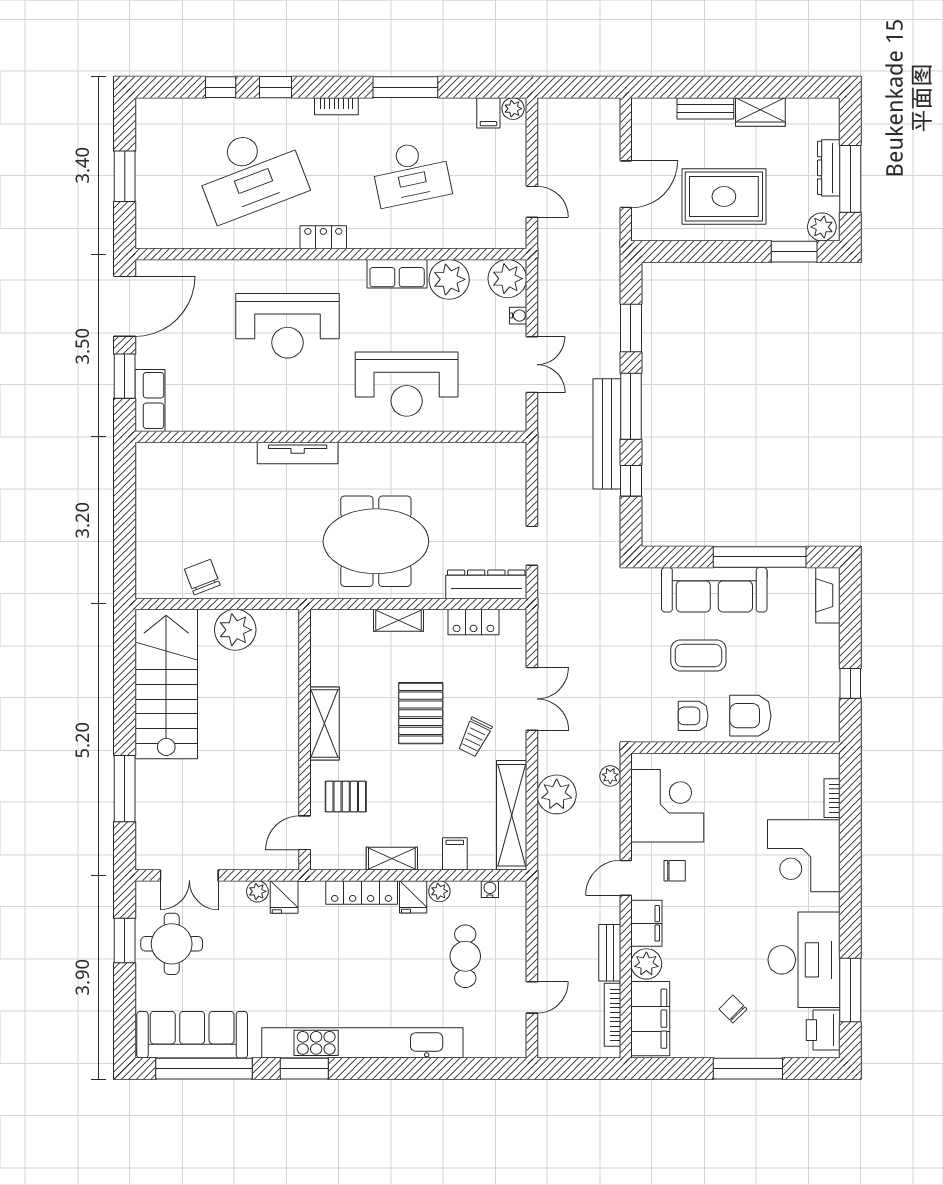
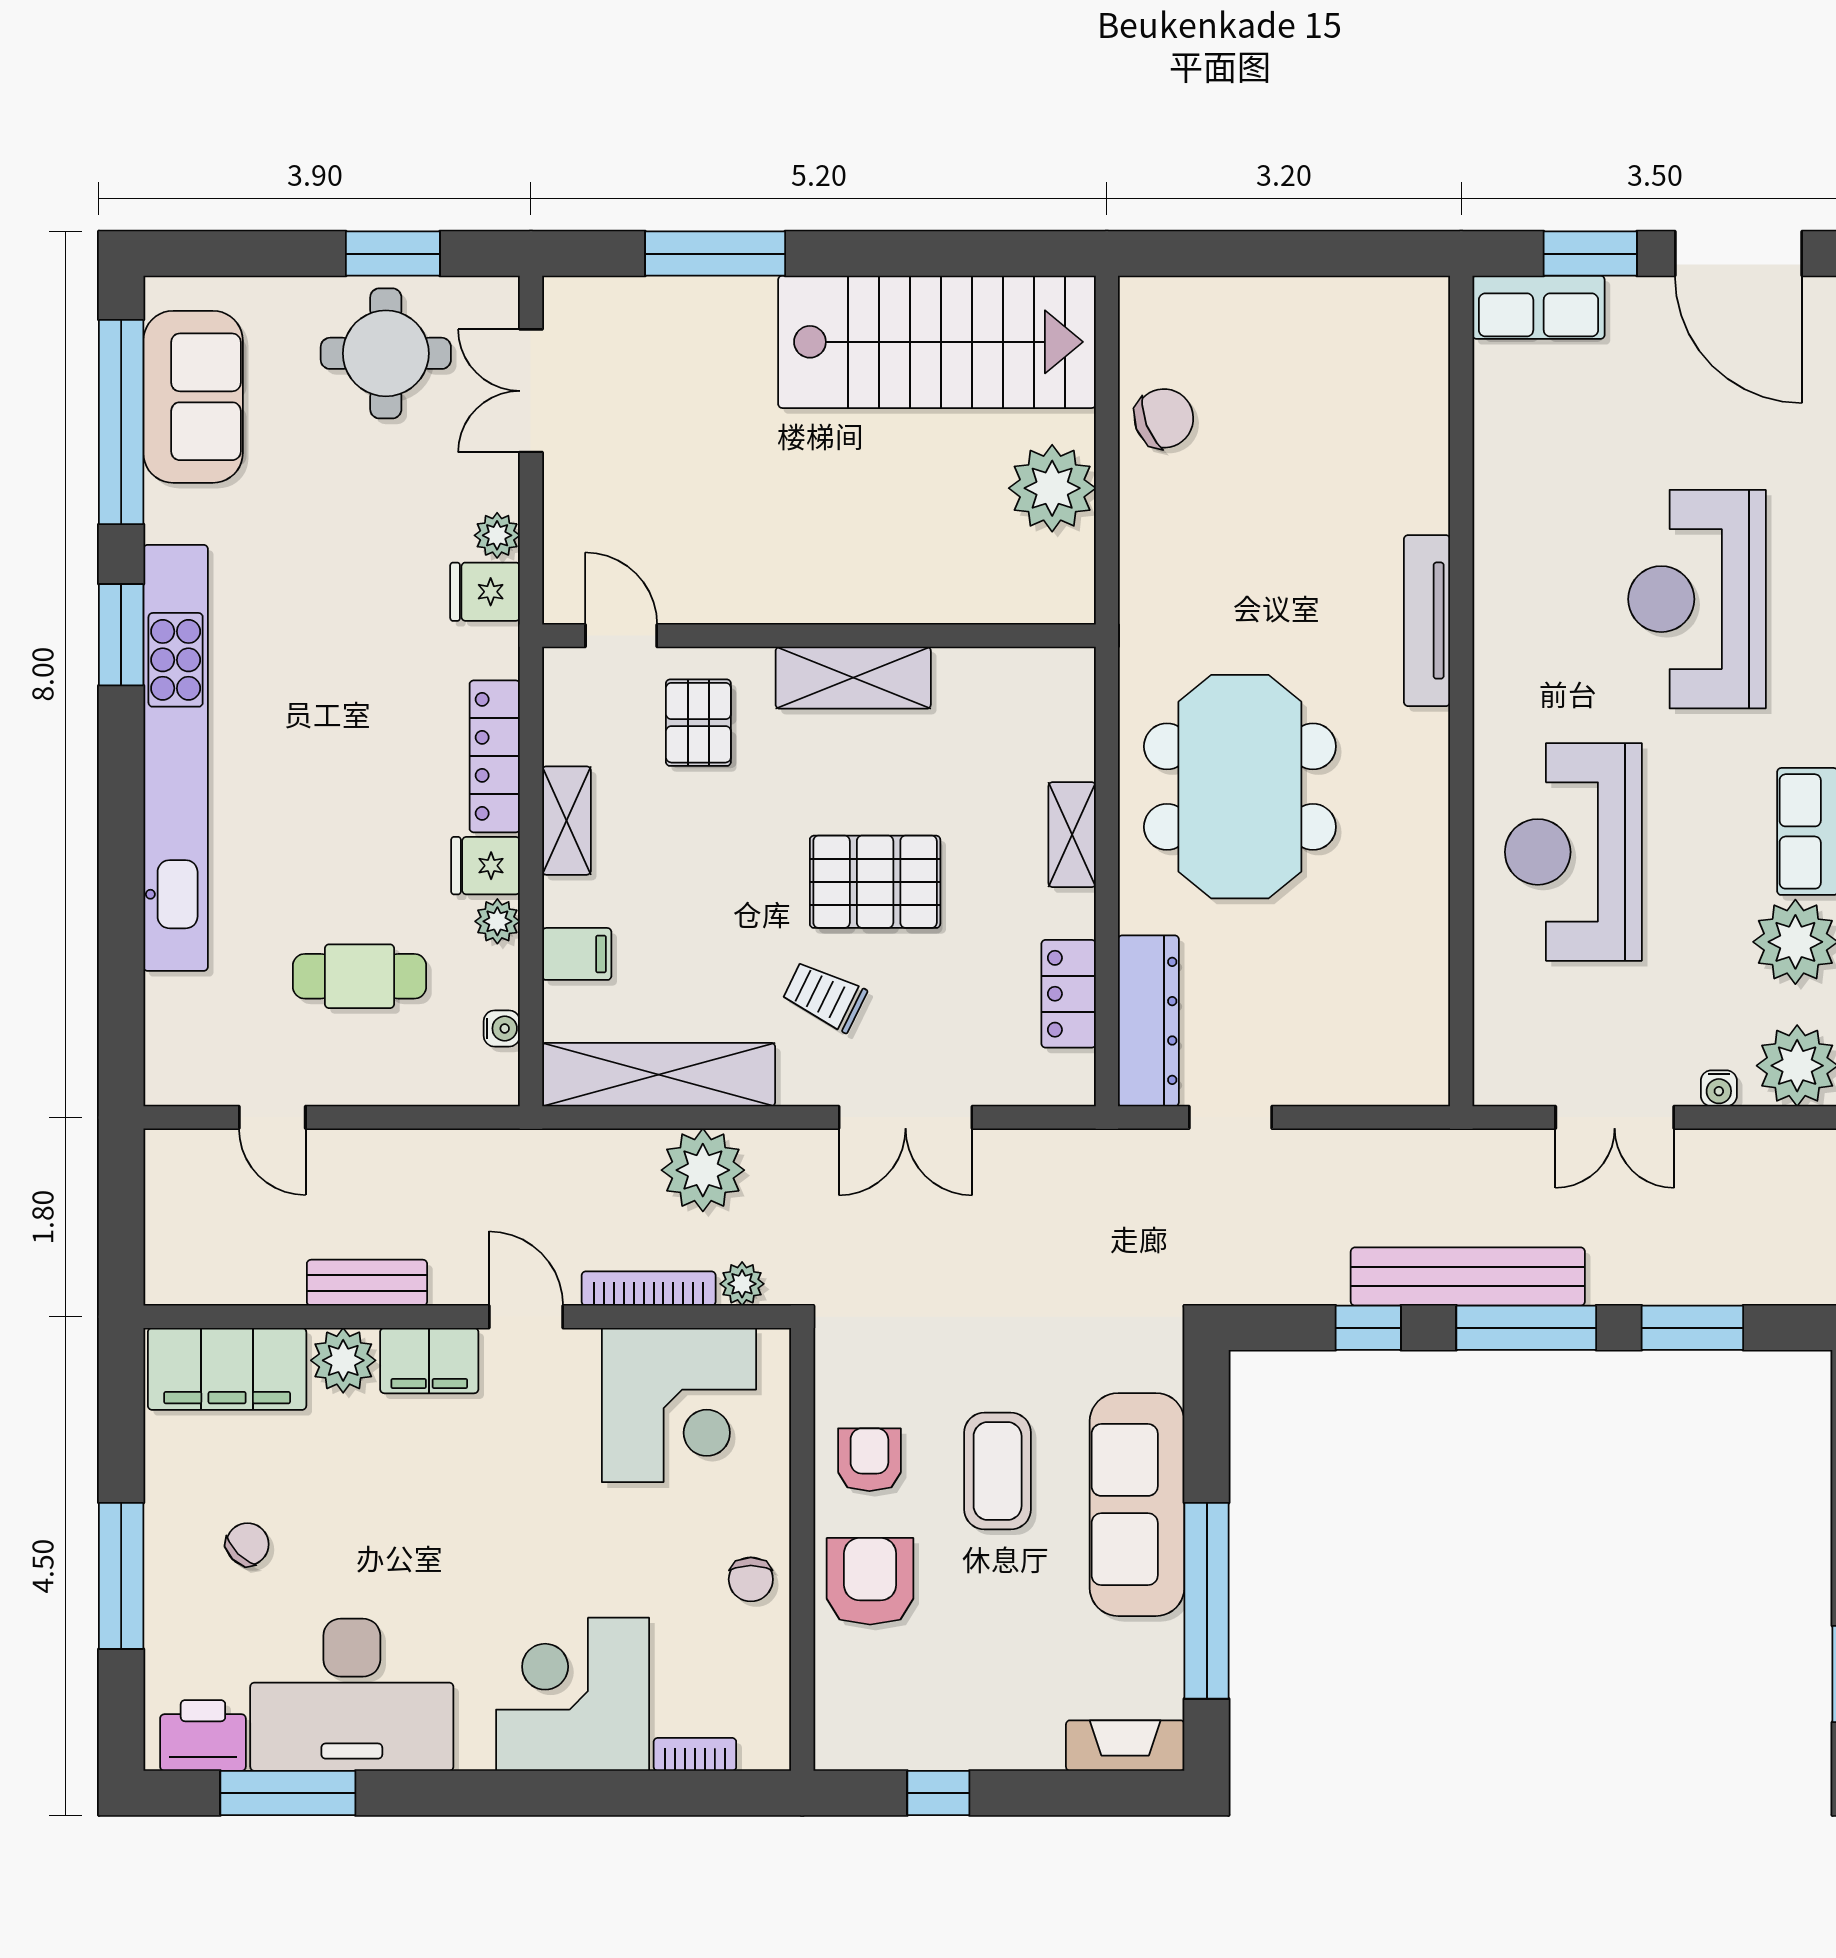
chair: (675, 871) -> (751, 1579), moved
bookcase: (612, 1015) -> (649, 1289), moved
sofa: (192, 1035) -> (193, 397), width x0.73

